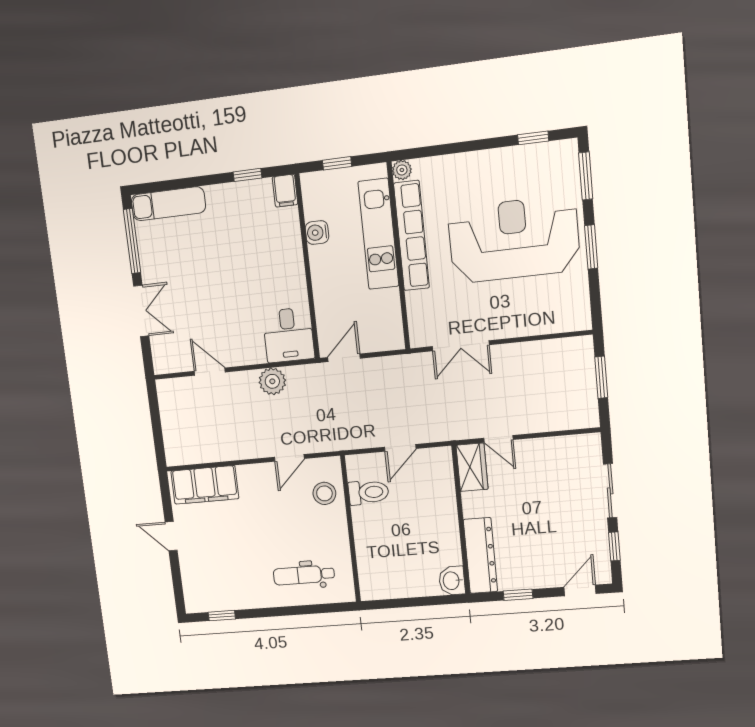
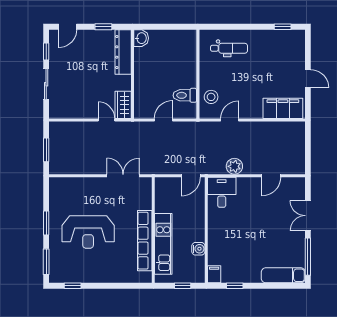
plant: (402, 170) -> (147, 278), removed
reception desk: (514, 239) -> (88, 232), width x0.74, depth x0.77
door: (210, 372) -> (271, 176), hinge flipped

